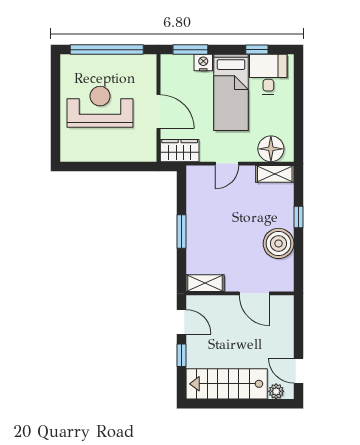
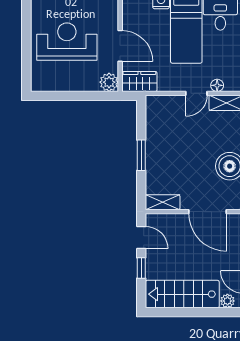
floor lamp: (271, 149) -> (217, 85), width x0.53, depth x0.53
plant: (146, 151) -> (109, 82), added
door: (227, 164) -> (196, 93), moved
door: (254, 293) -> (208, 212), width x1.36

